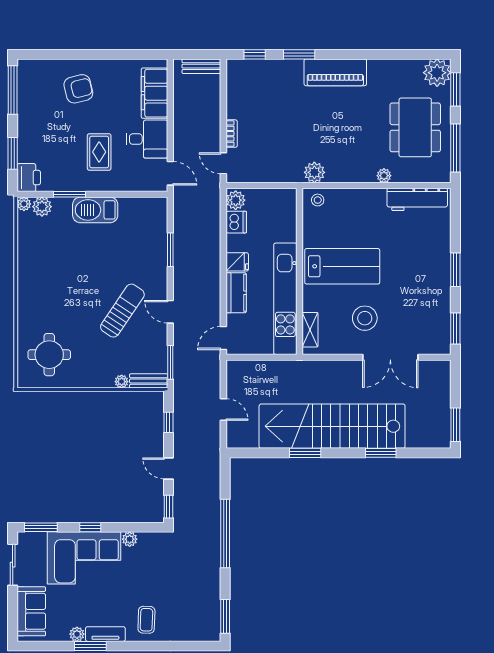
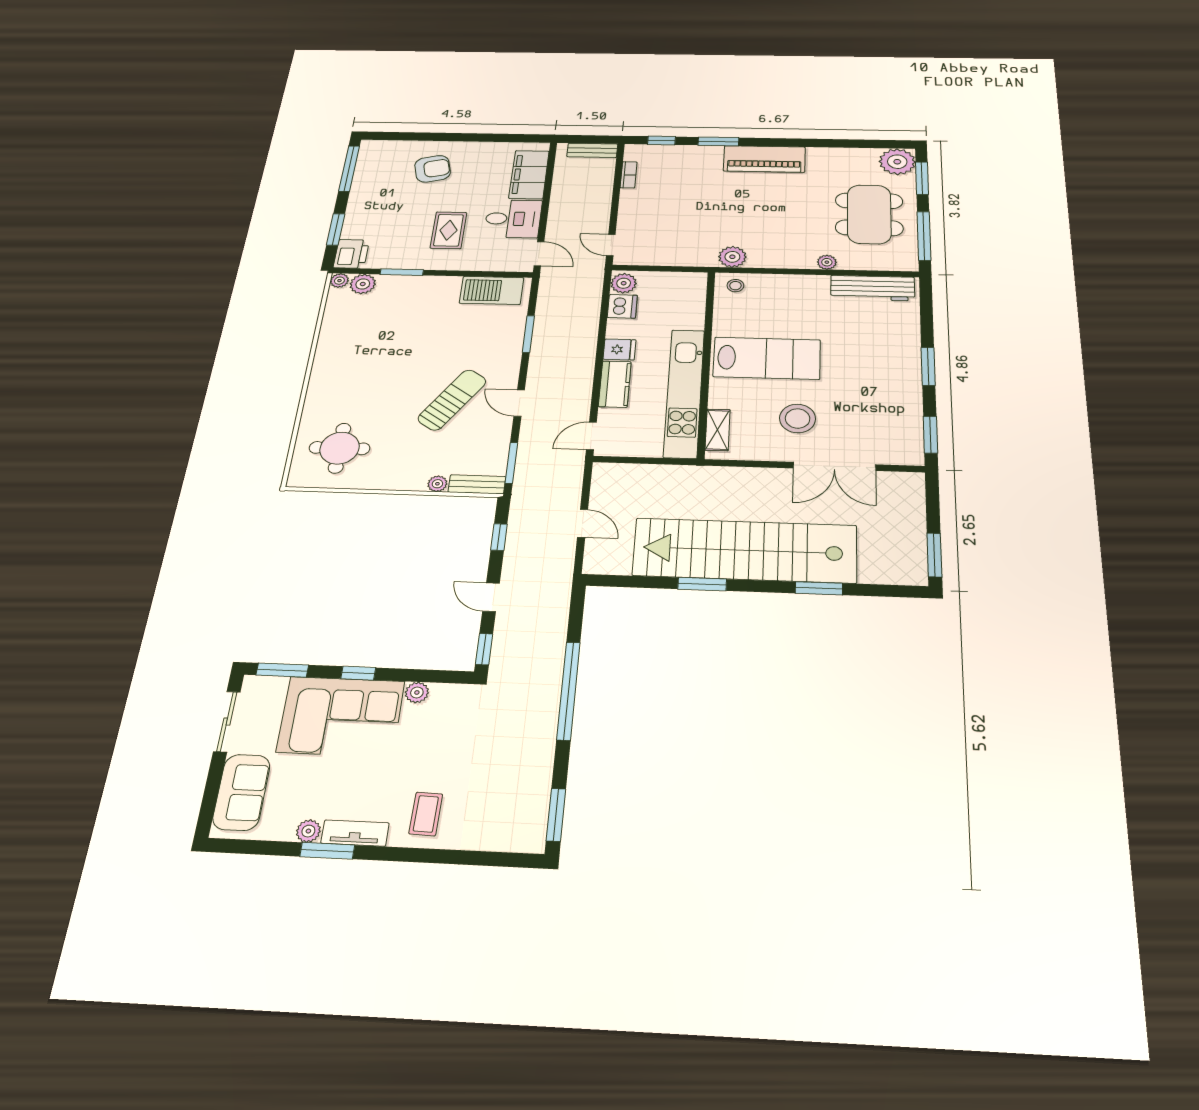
bookcase: (232, 134) -> (629, 175), moved
barbecue: (95, 210) -> (492, 290), moved

